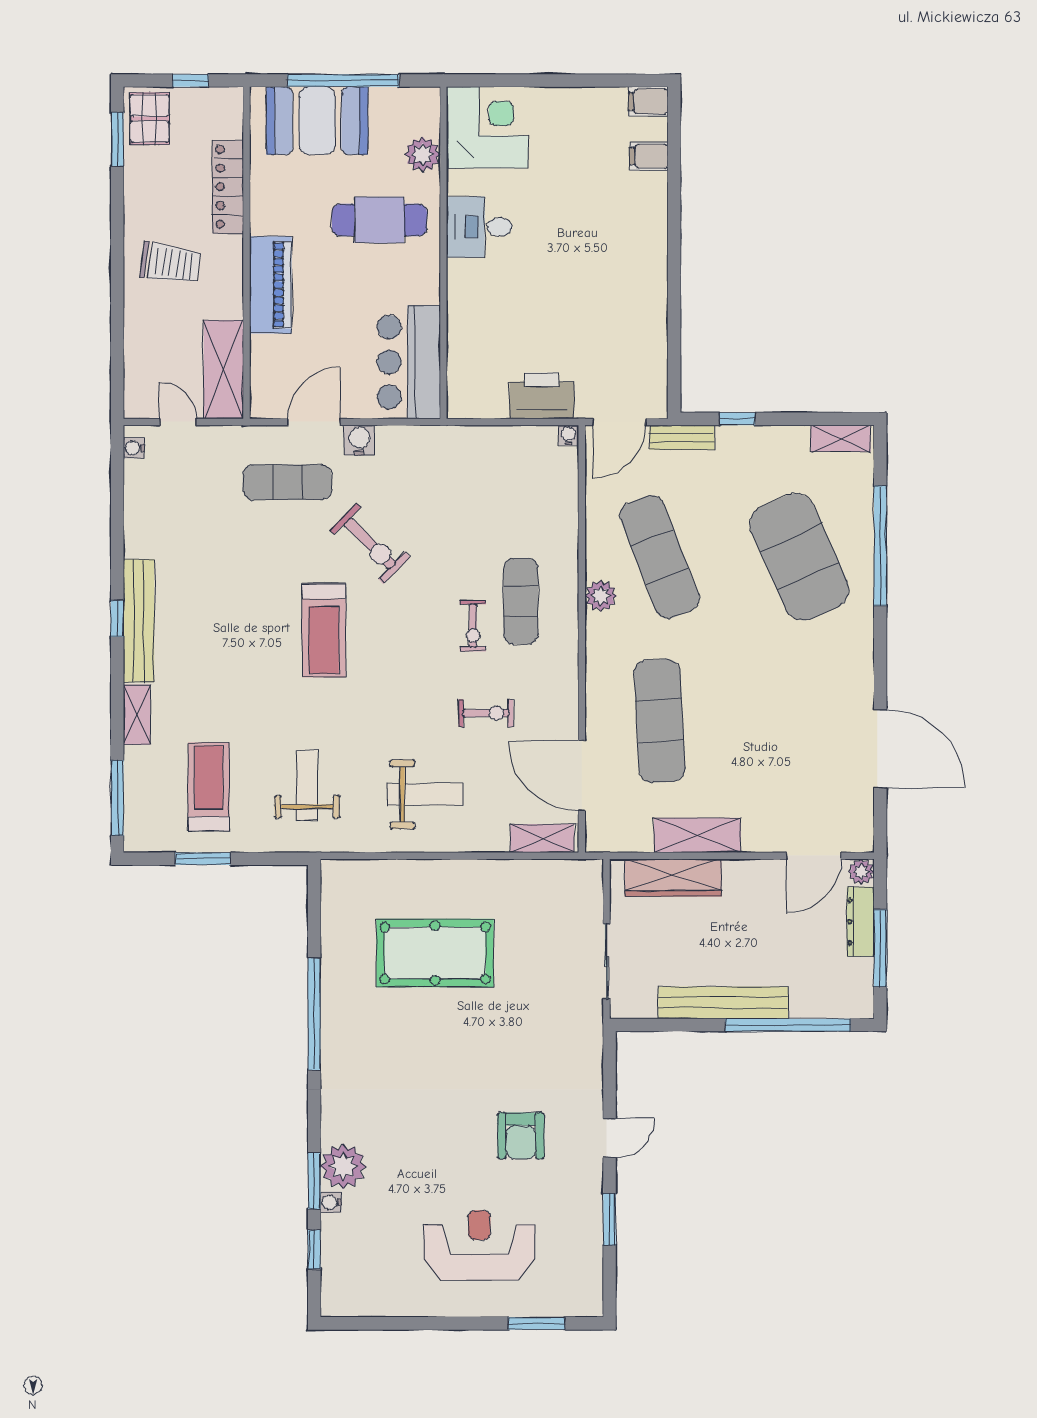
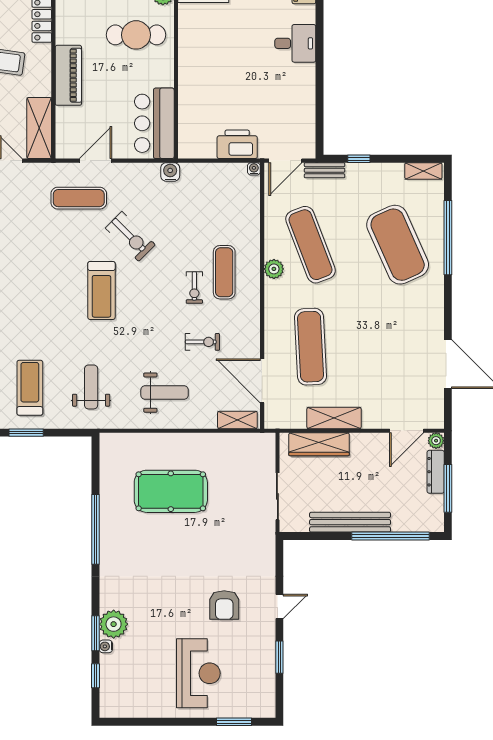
desk: (479, 227) -> (295, 43), moved, turned 180
water cooler: (359, 440) -> (170, 172), moved
reception desk: (479, 1245) -> (198, 673), turned 90

